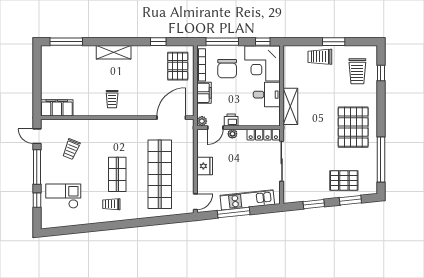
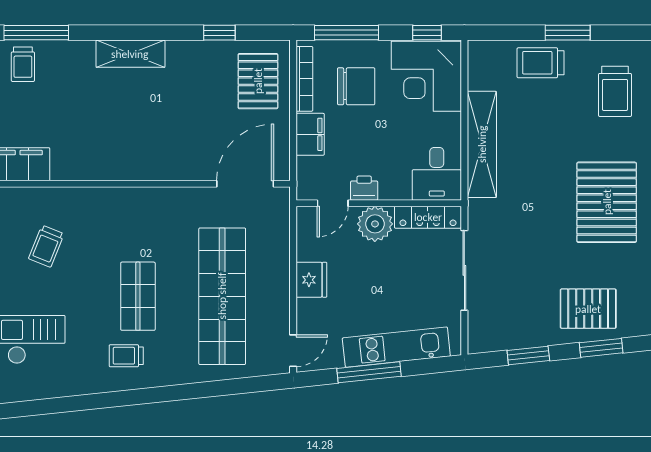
chair: (227, 69) -> (356, 86), turned -90
desk: (267, 95) -> (437, 174), moved, turned 90
trolley: (112, 99) -> (23, 64), moved
shelving: (290, 106) -> (482, 144), width x1.47
plant: (202, 121) -> (306, 190), removed
plant: (232, 134) -> (375, 224), width x1.88, depth x1.88

